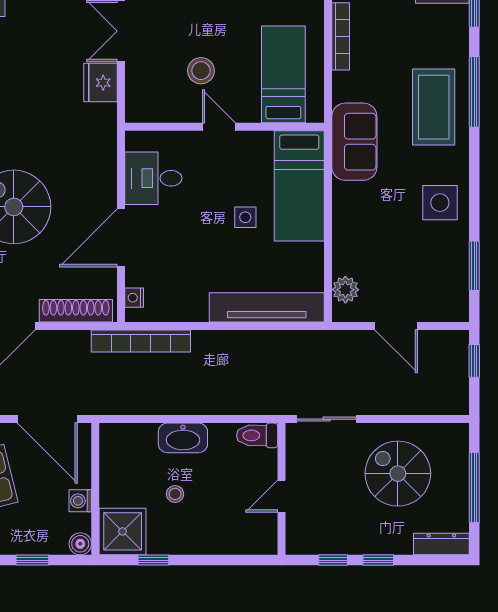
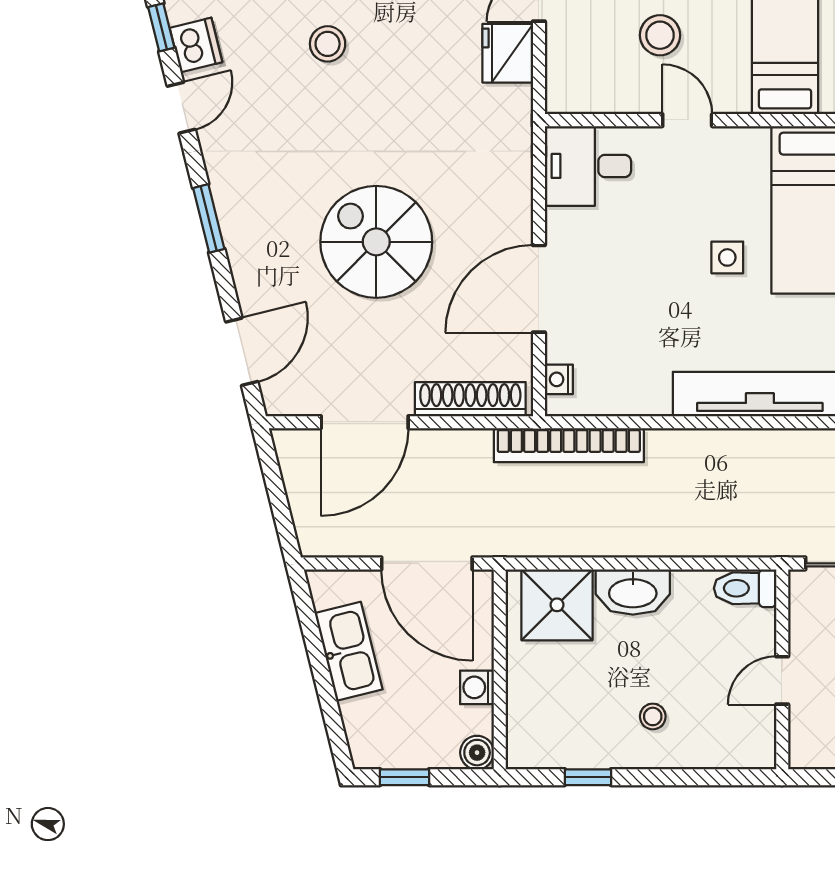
desk: (153, 178) -> (588, 166), moved
stool: (175, 494) -> (653, 716), moved
shower: (123, 531) -> (557, 605), moved

